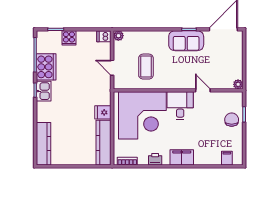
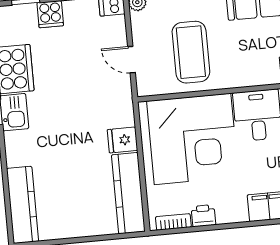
coffee table: (146, 67) -> (191, 52), width x1.36, depth x1.32
printer: (155, 159) -> (203, 216), moved

